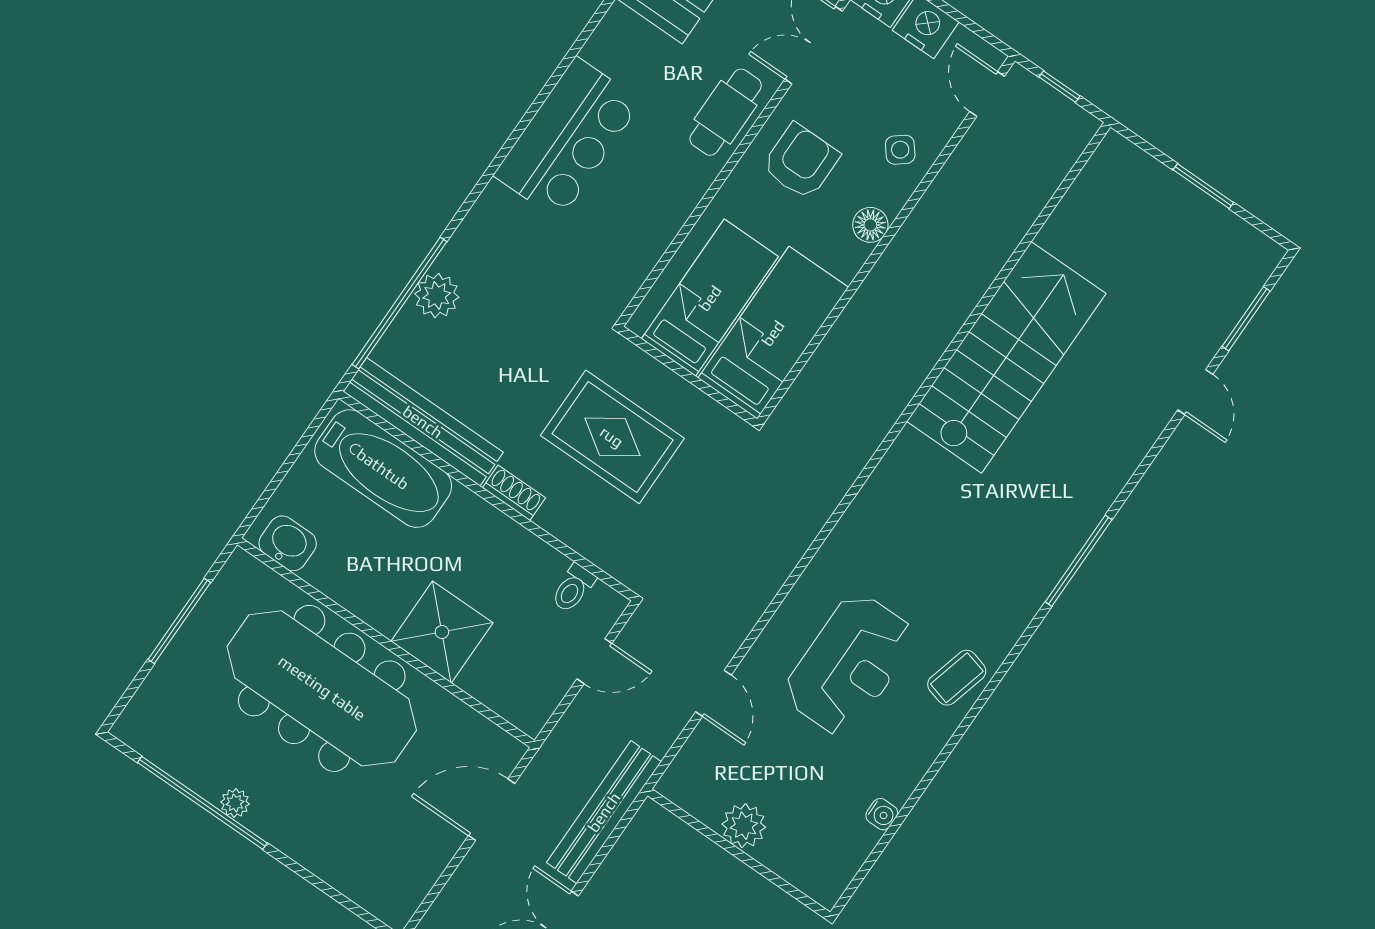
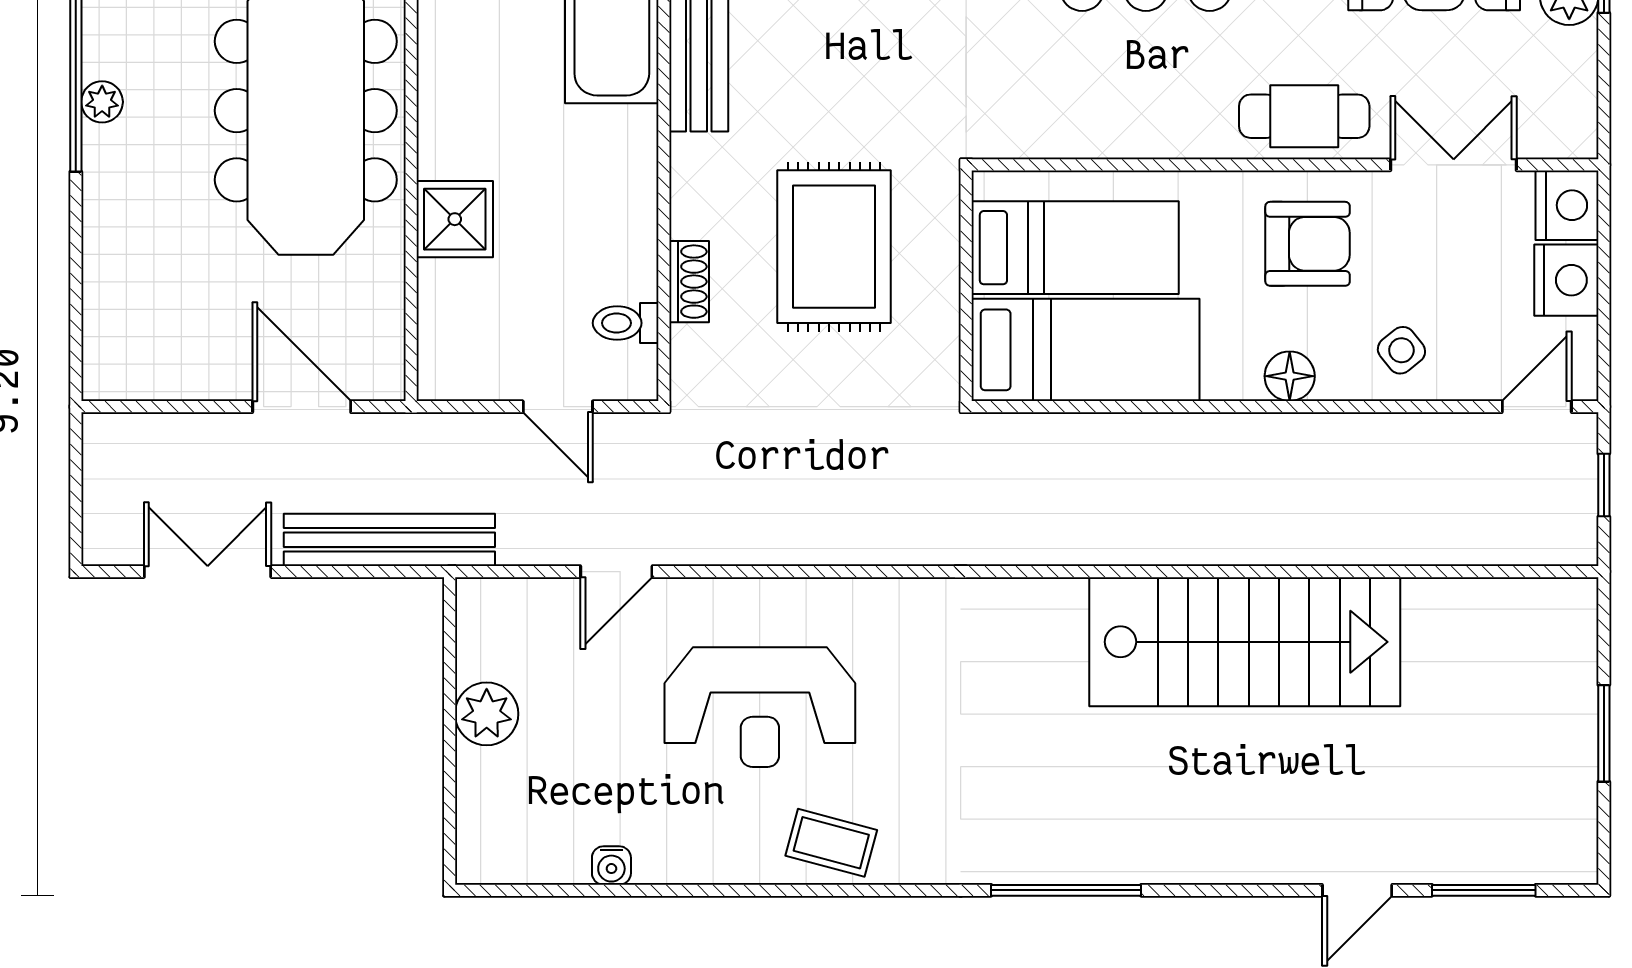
shoe rack: (514, 493) -> (689, 282), moved
shower: (442, 632) -> (455, 219), width x0.73, depth x0.73

